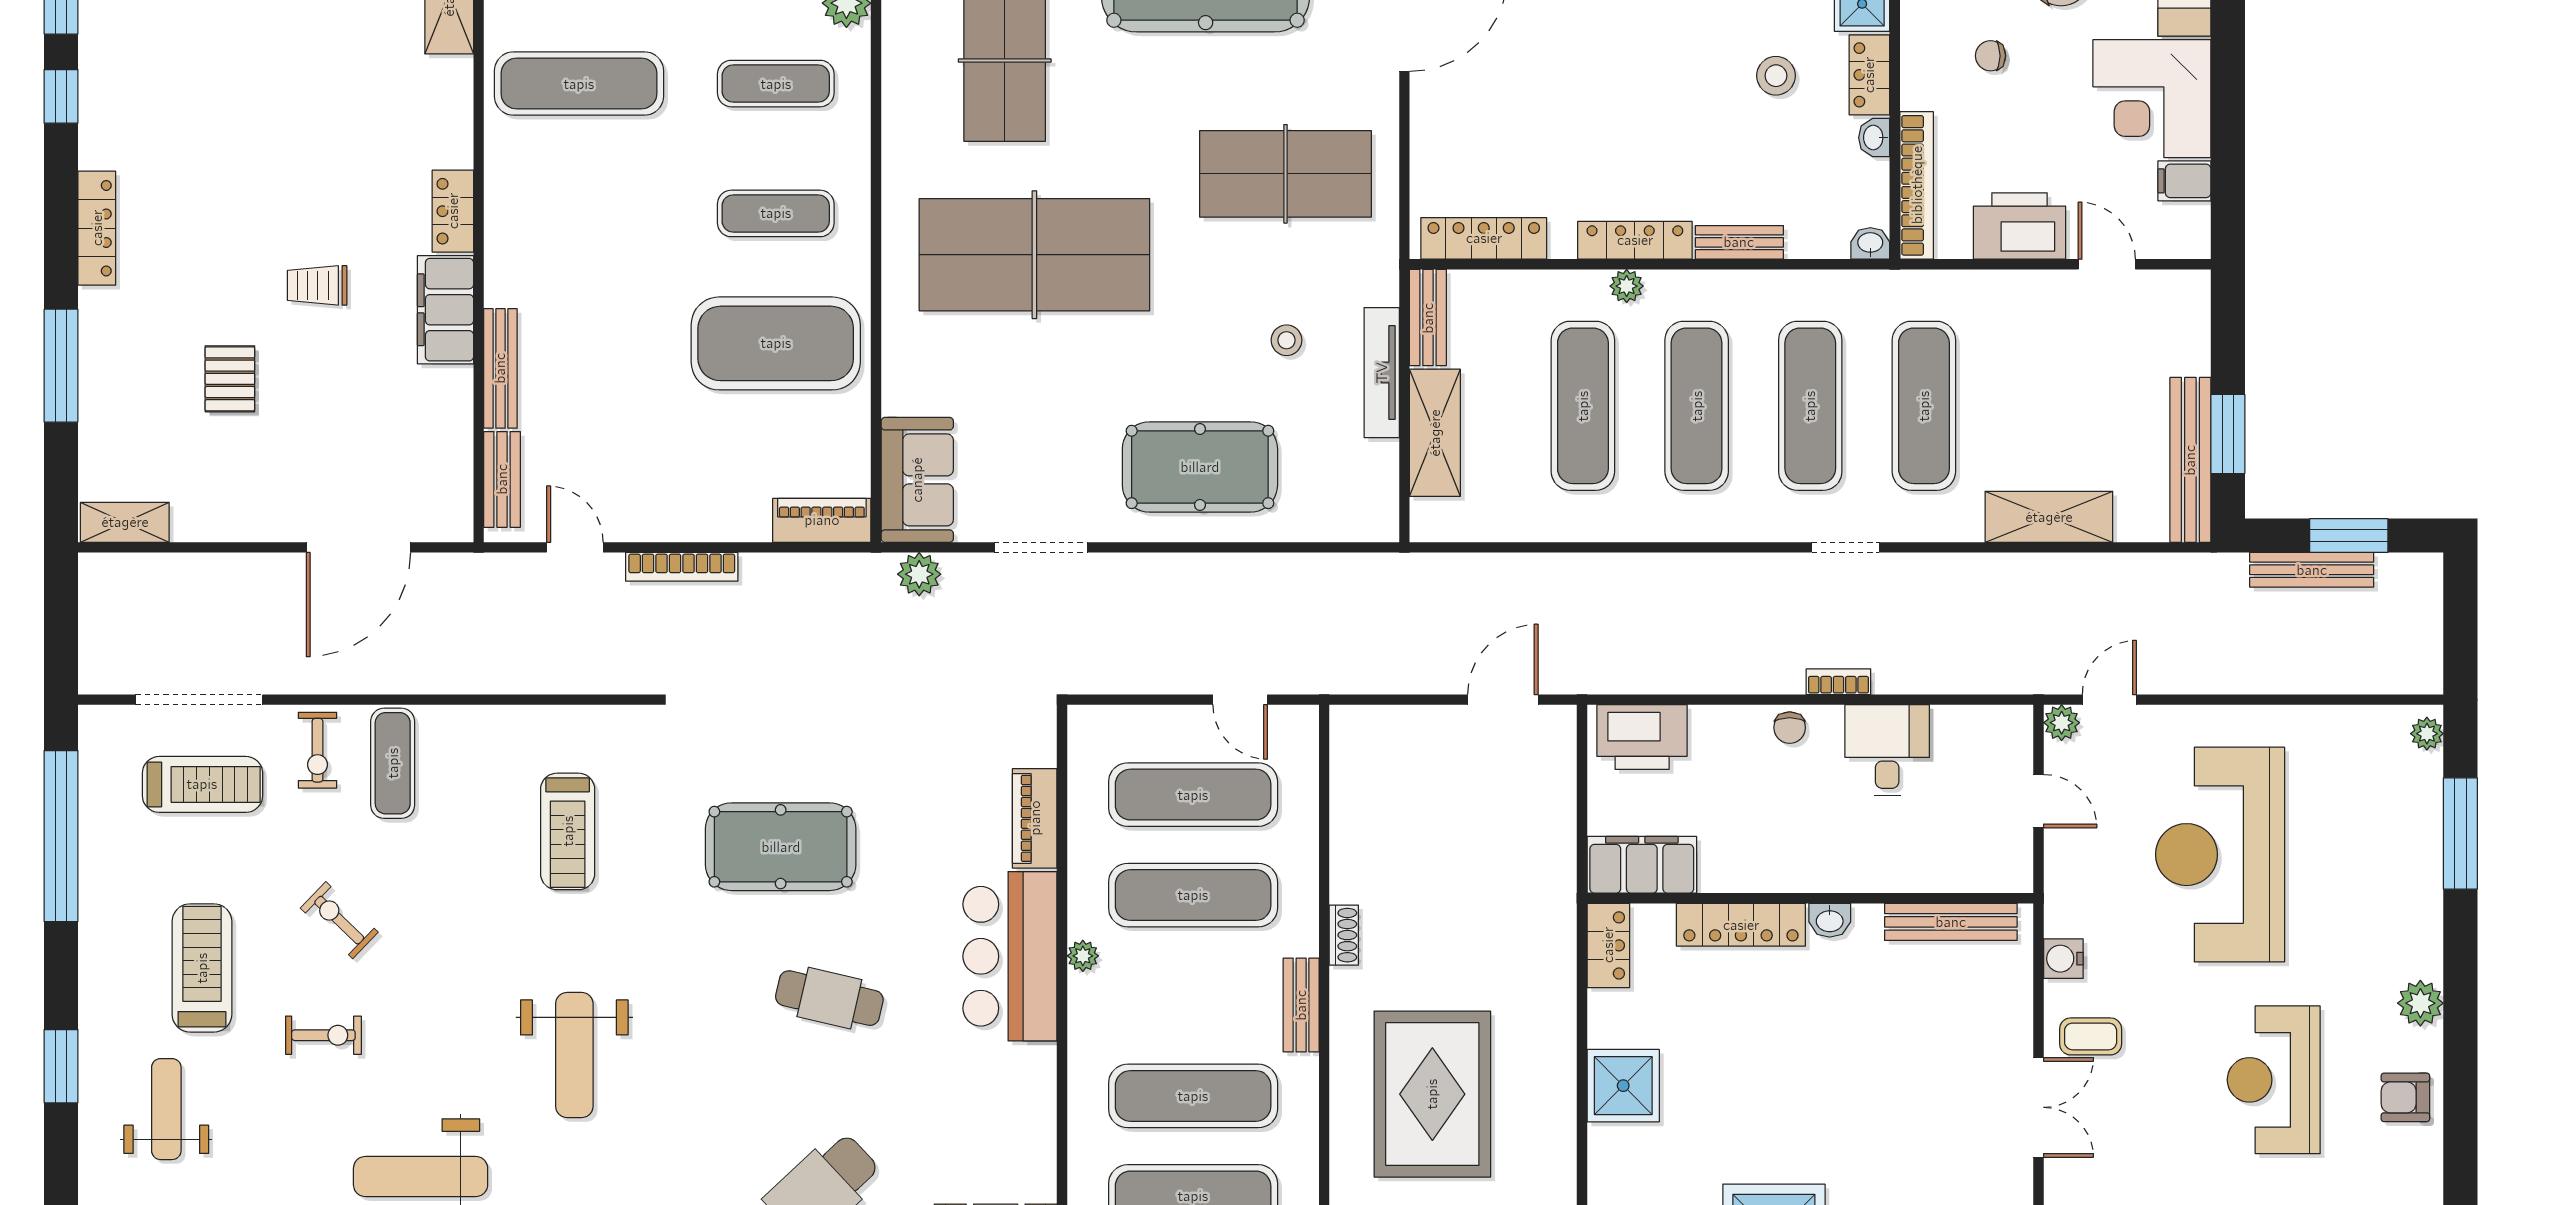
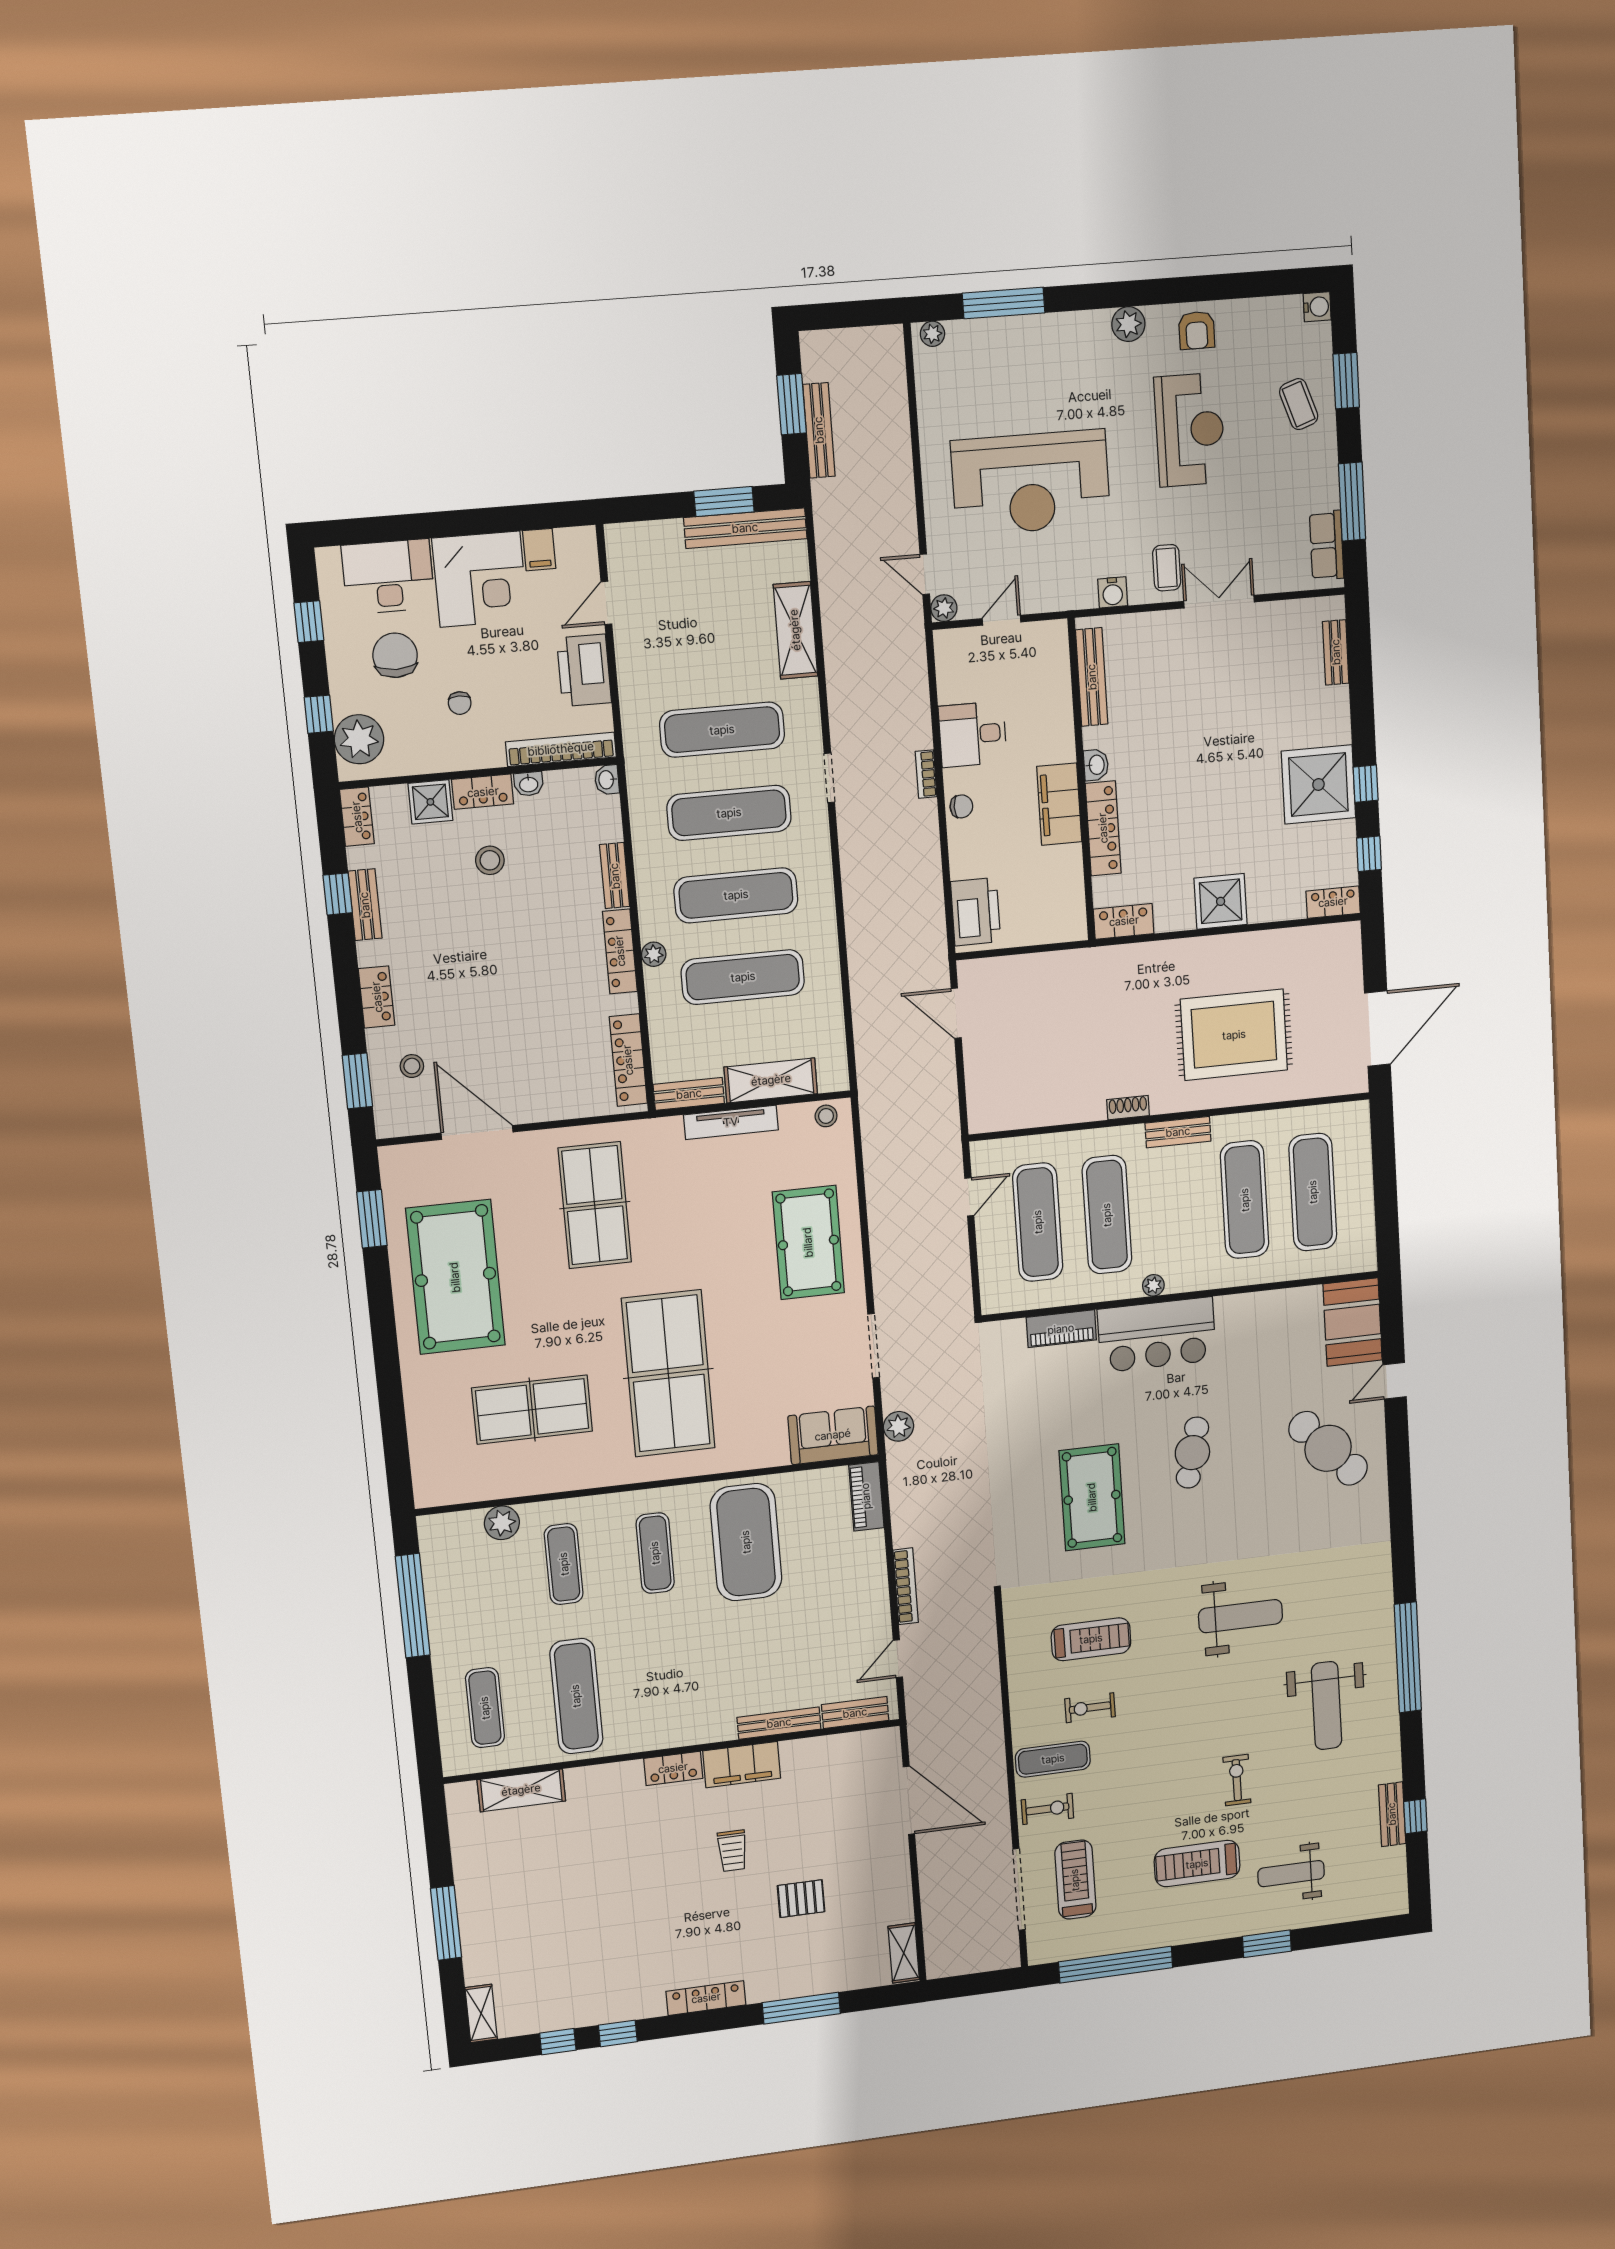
stool: (1287, 340) -> (826, 1116), moved
filing cabinet: (1642, 865) -> (1059, 804), moved
exercise bike: (339, 920) -> (1090, 1708), moved, turned 46
reception desk: (2274, 1080) -> (1190, 430), turned -90

